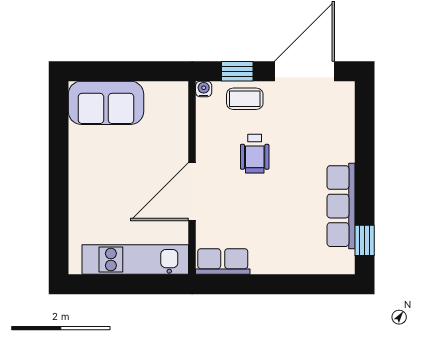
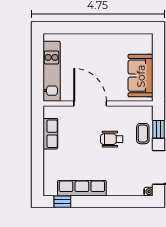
water cooler: (204, 89) -> (148, 192), moved
sofa: (106, 103) -> (141, 76), moved
row of seats: (223, 262) -> (50, 134), moved

